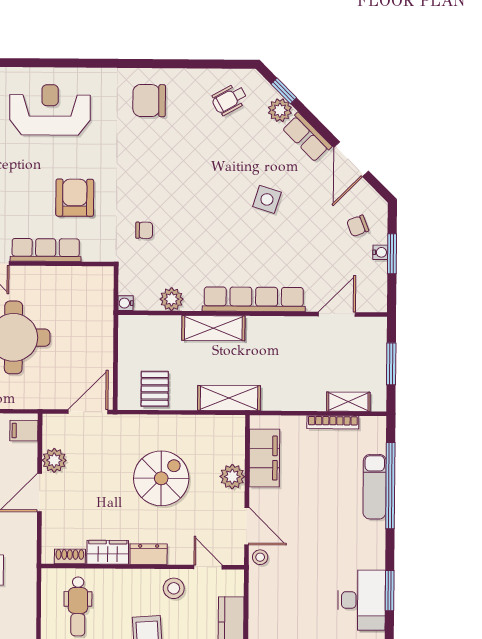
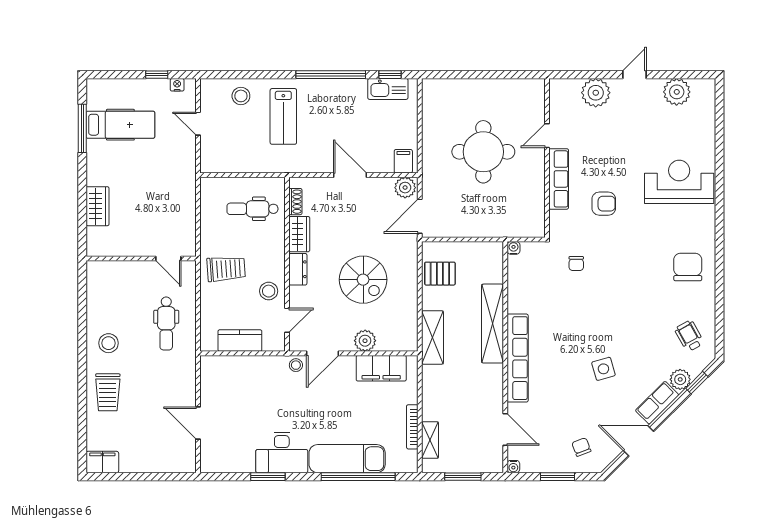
reception desk: (50, 110) -> (679, 182), turned -90
armchair: (75, 198) -> (604, 204), width x0.72, depth x0.72
side table: (267, 199) -> (603, 369), turned -34
water cooler: (380, 252) -> (513, 467), moved
plant: (172, 299) -> (517, 287), removed
shelving: (213, 328) -> (492, 324), width x1.47
door: (88, 412) -> (420, 216), swing flipped
plant: (54, 460) -> (405, 188), moved
exam couch: (375, 487) -> (347, 459), width x1.36, depth x1.45
desk: (362, 600) -> (282, 453), moved

